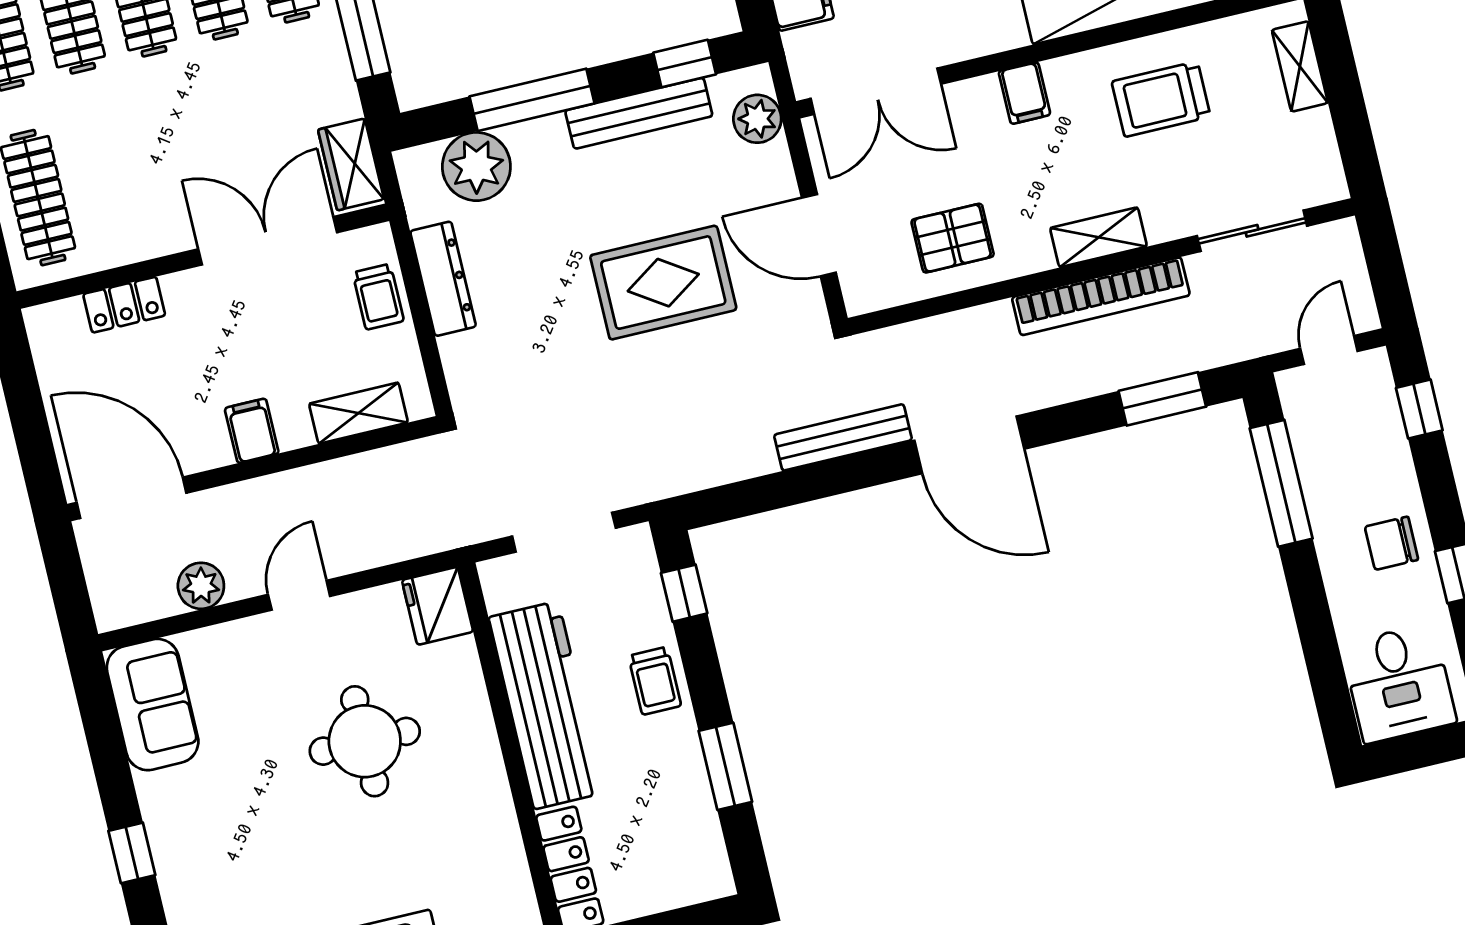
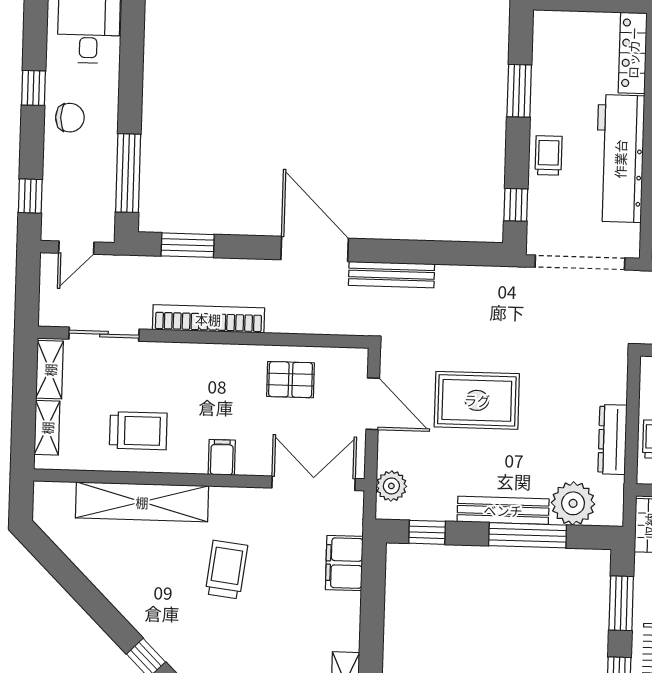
bench: (639, 113) -> (503, 510), moved
shelving: (1099, 237) -> (50, 370), moved, turned 90
doorway: (564, 532) -> (580, 263), width x1.36

